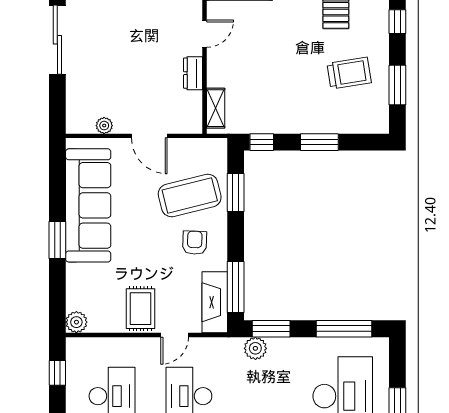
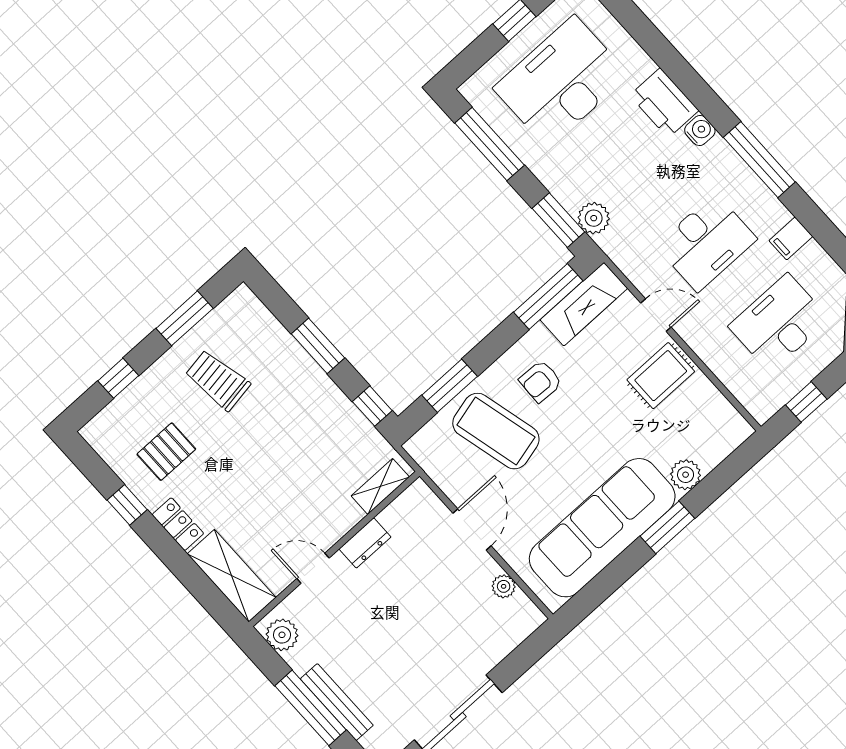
plant: (76, 322) -> (686, 475), moved

